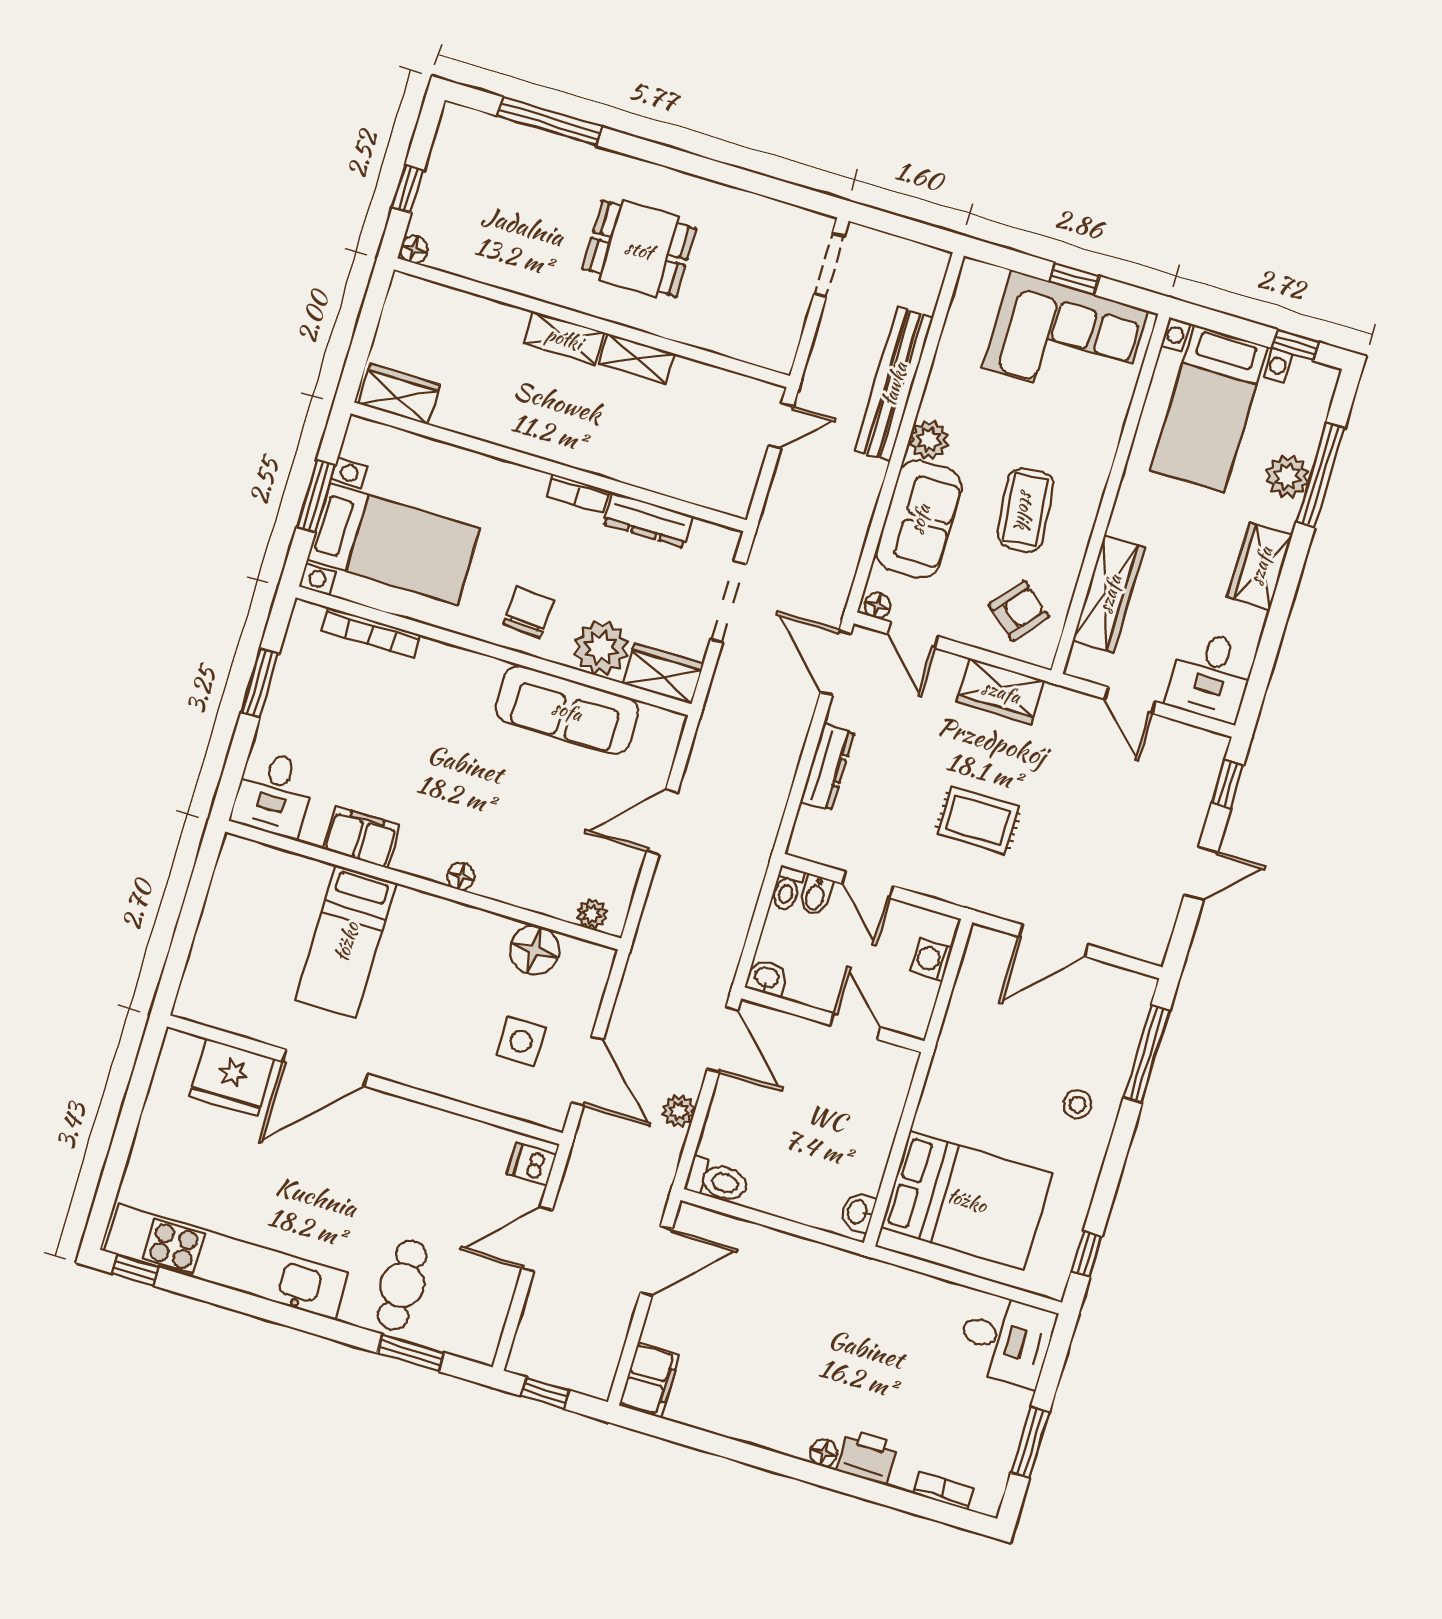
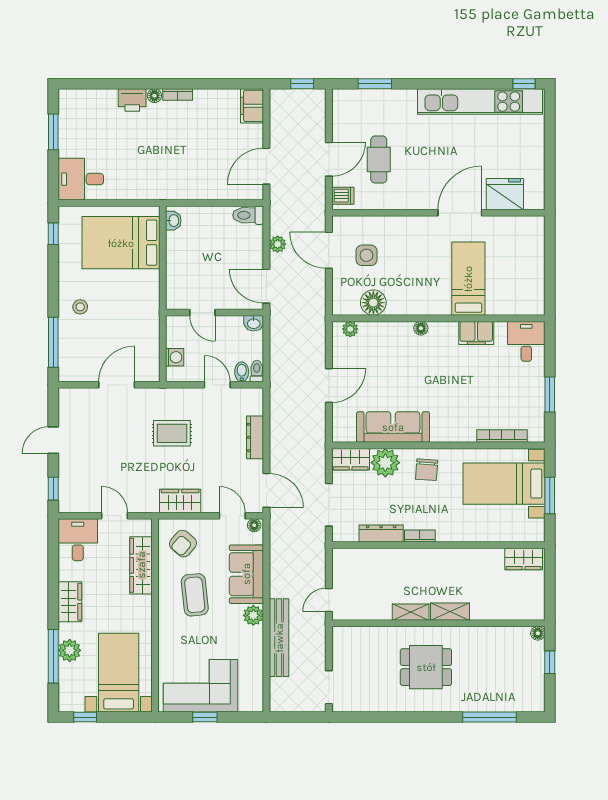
cafe table: (402, 1285) -> (379, 159), moved
bookcase: (943, 1491) -> (178, 95), moved

